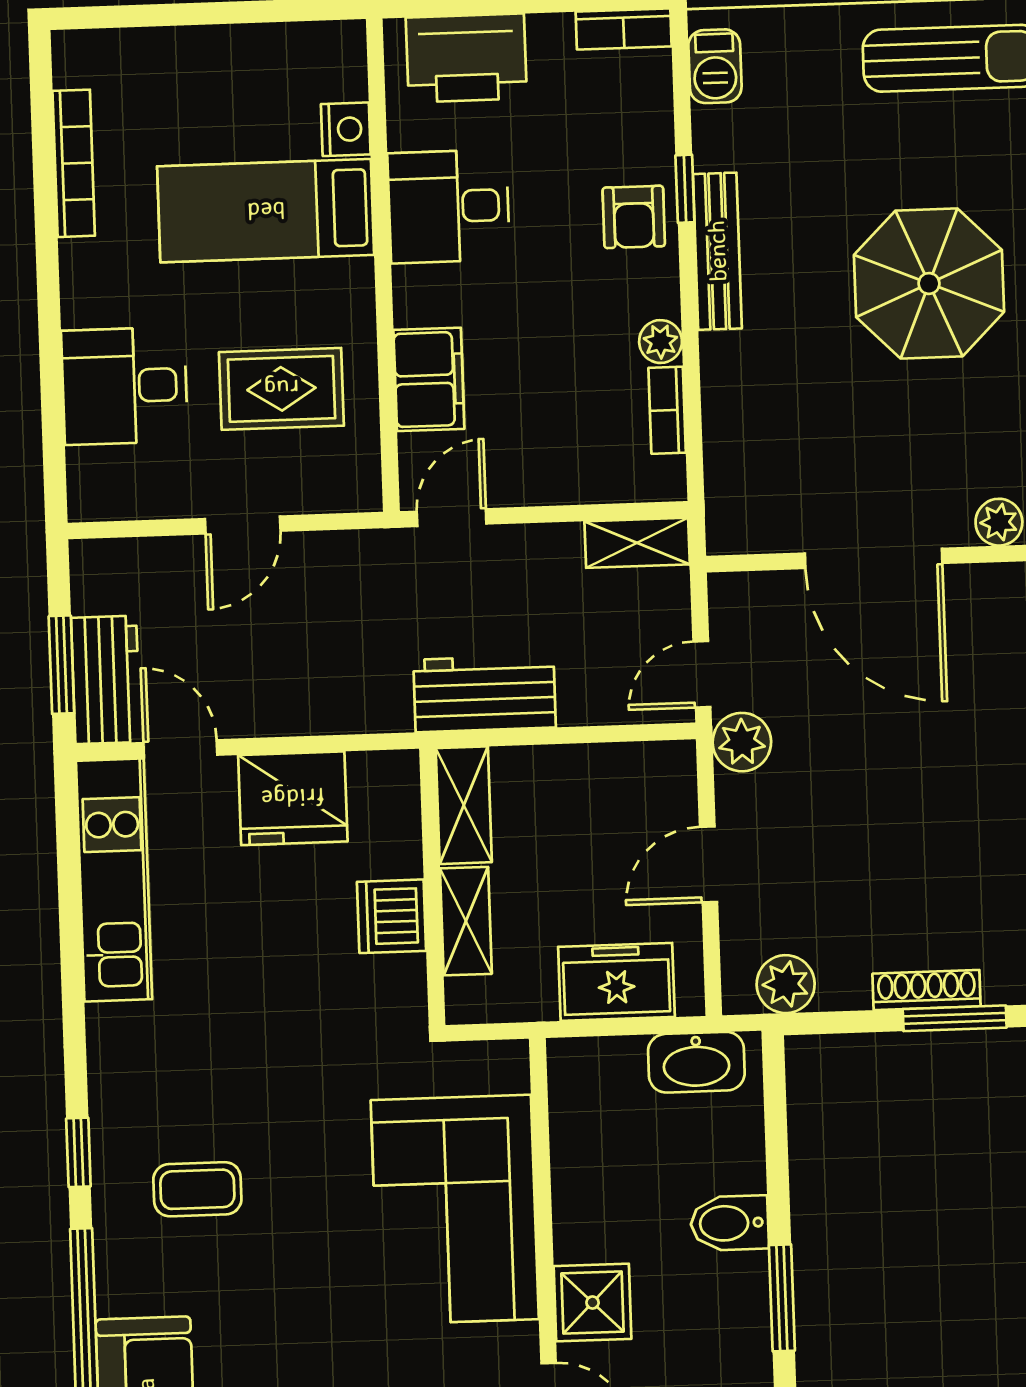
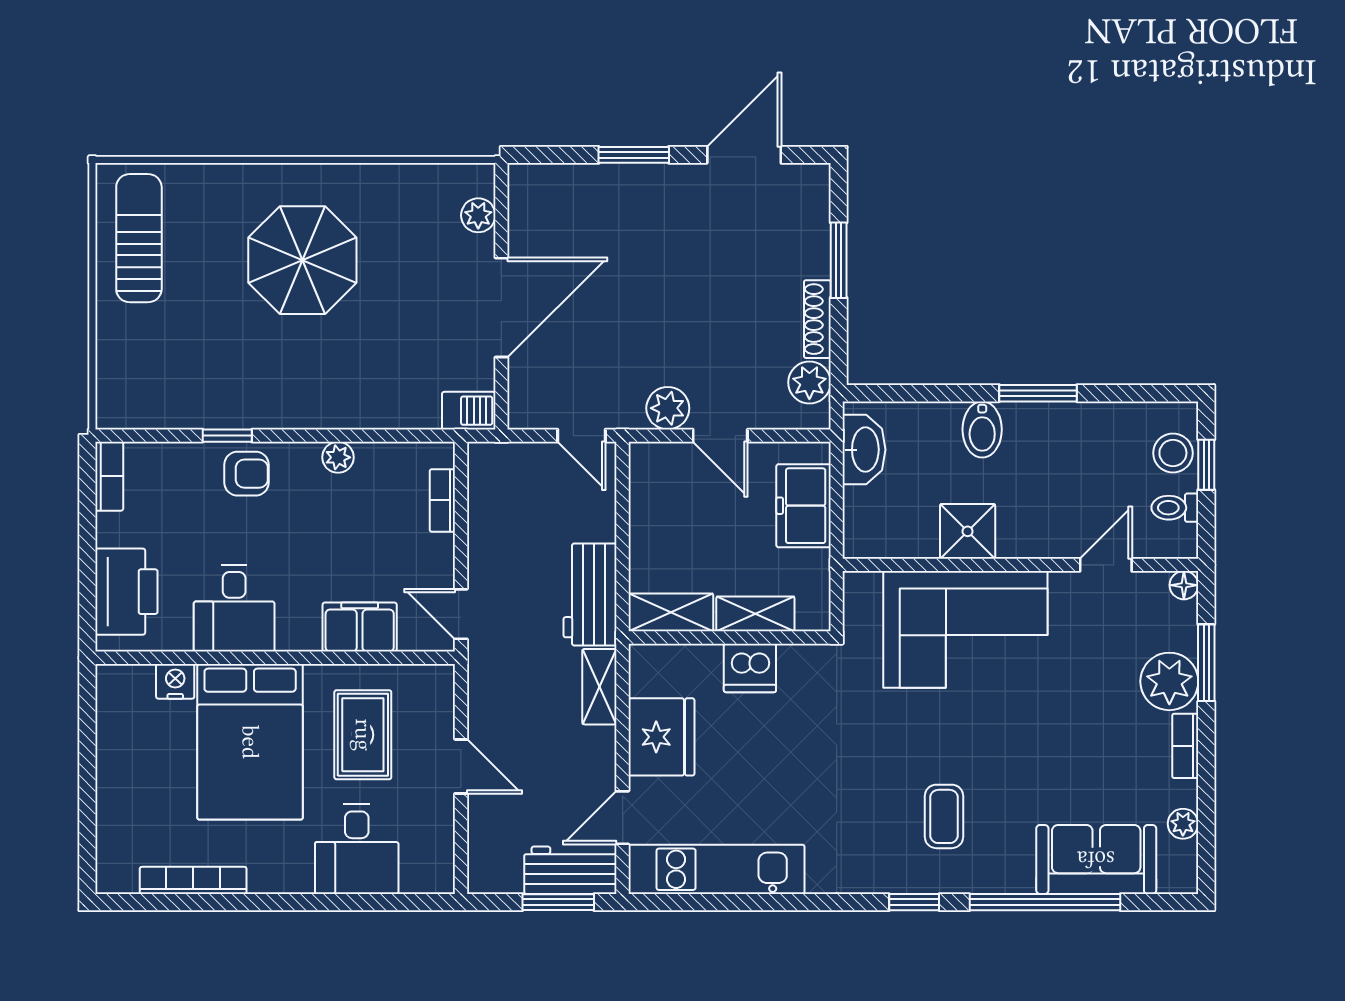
barbecue: (715, 66) -> (469, 411), moved
bed: (266, 211) -> (250, 742), width x1.50
bench: (717, 251) -> (274, 414), removed
bookcase: (667, 410) -> (442, 500), moved, turned 90
shelving: (637, 543) -> (599, 687), moved
plant: (742, 742) -> (668, 408), moved
shoe rack: (927, 990) -> (817, 319), moved
shower: (593, 1303) -> (968, 531), moved

